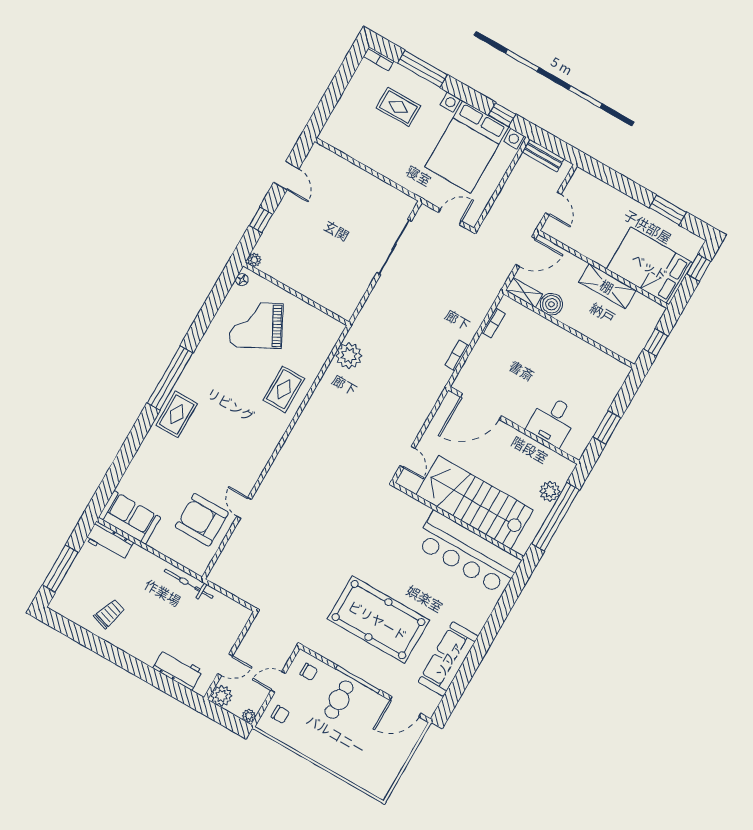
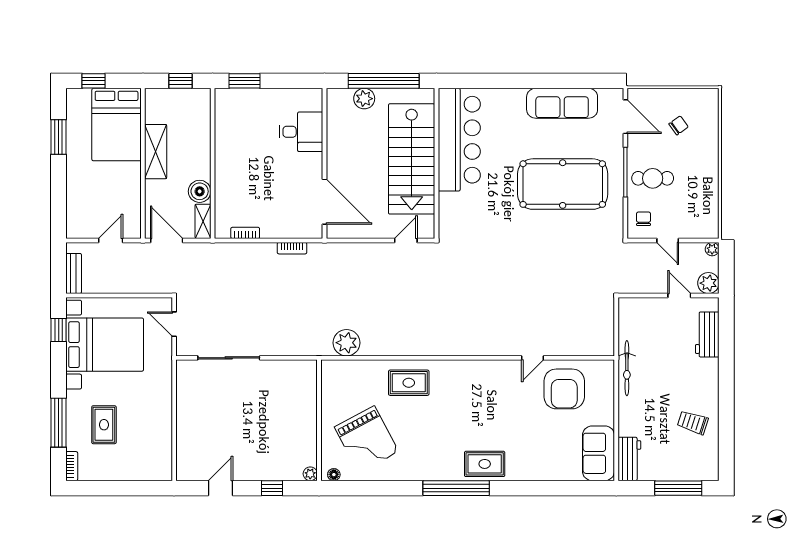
window: (607, 427) -> (245, 81), moved
pool table: (378, 620) -> (563, 184), turned 90
chair: (280, 714) -> (679, 125), moved, turned 54

